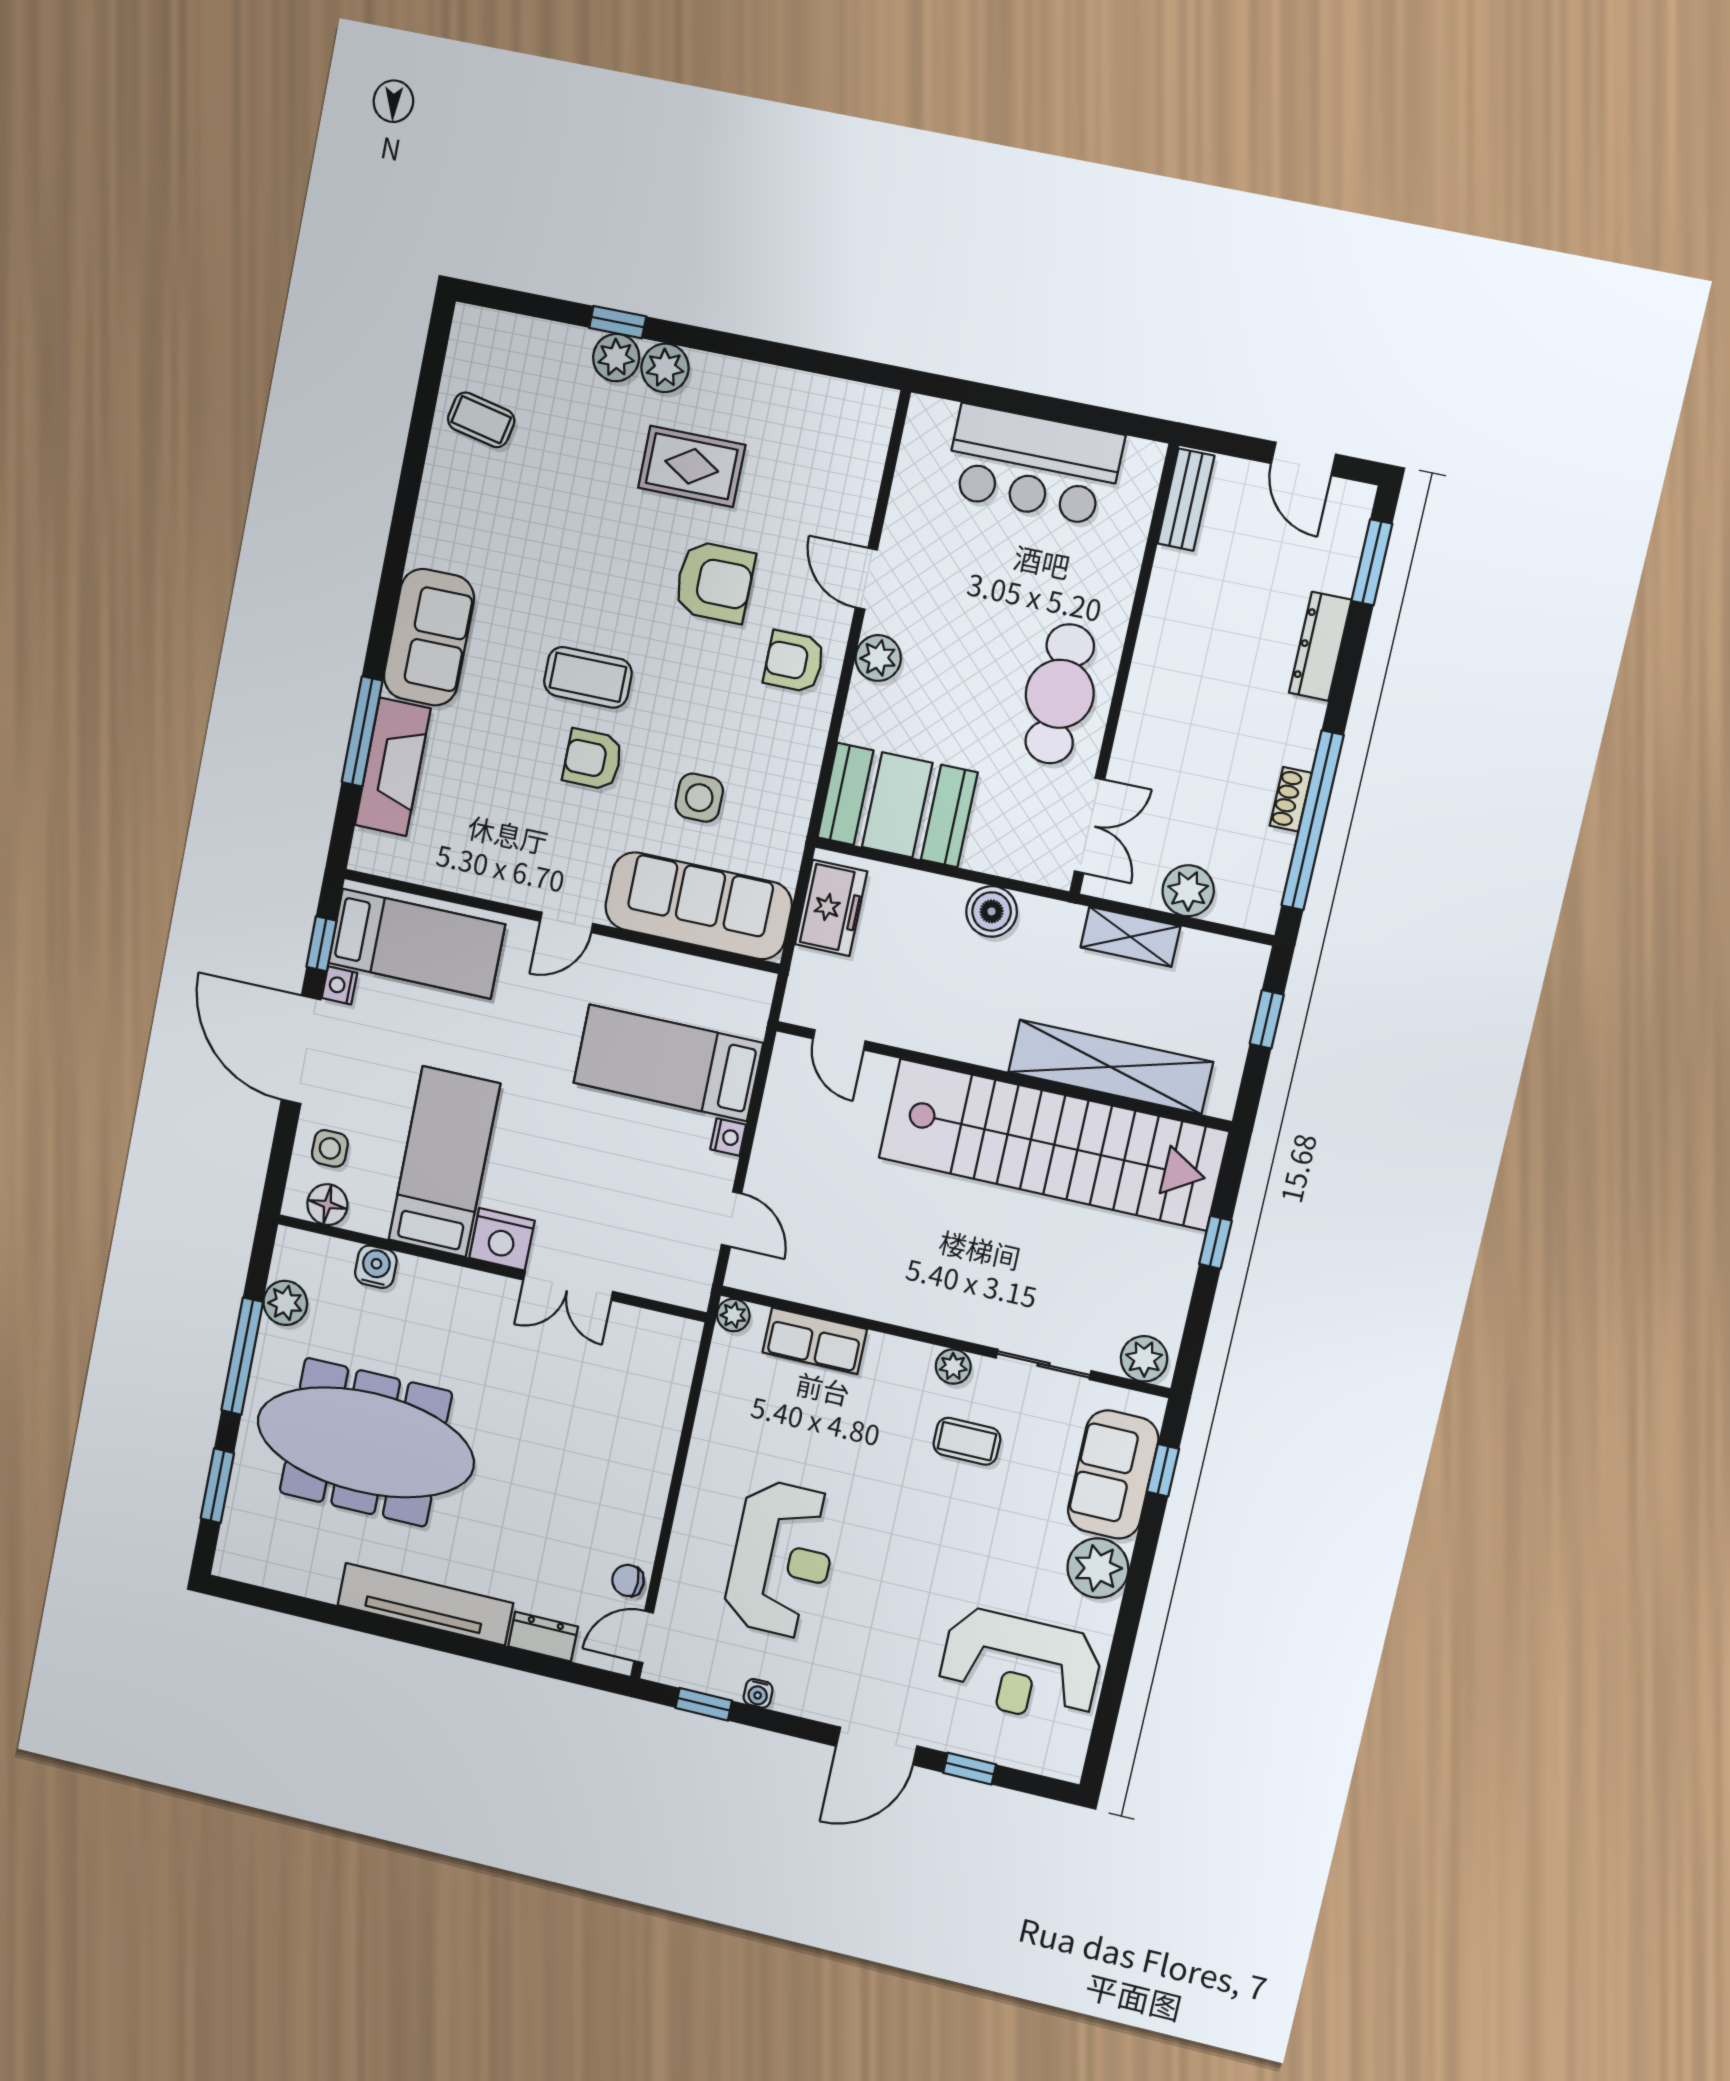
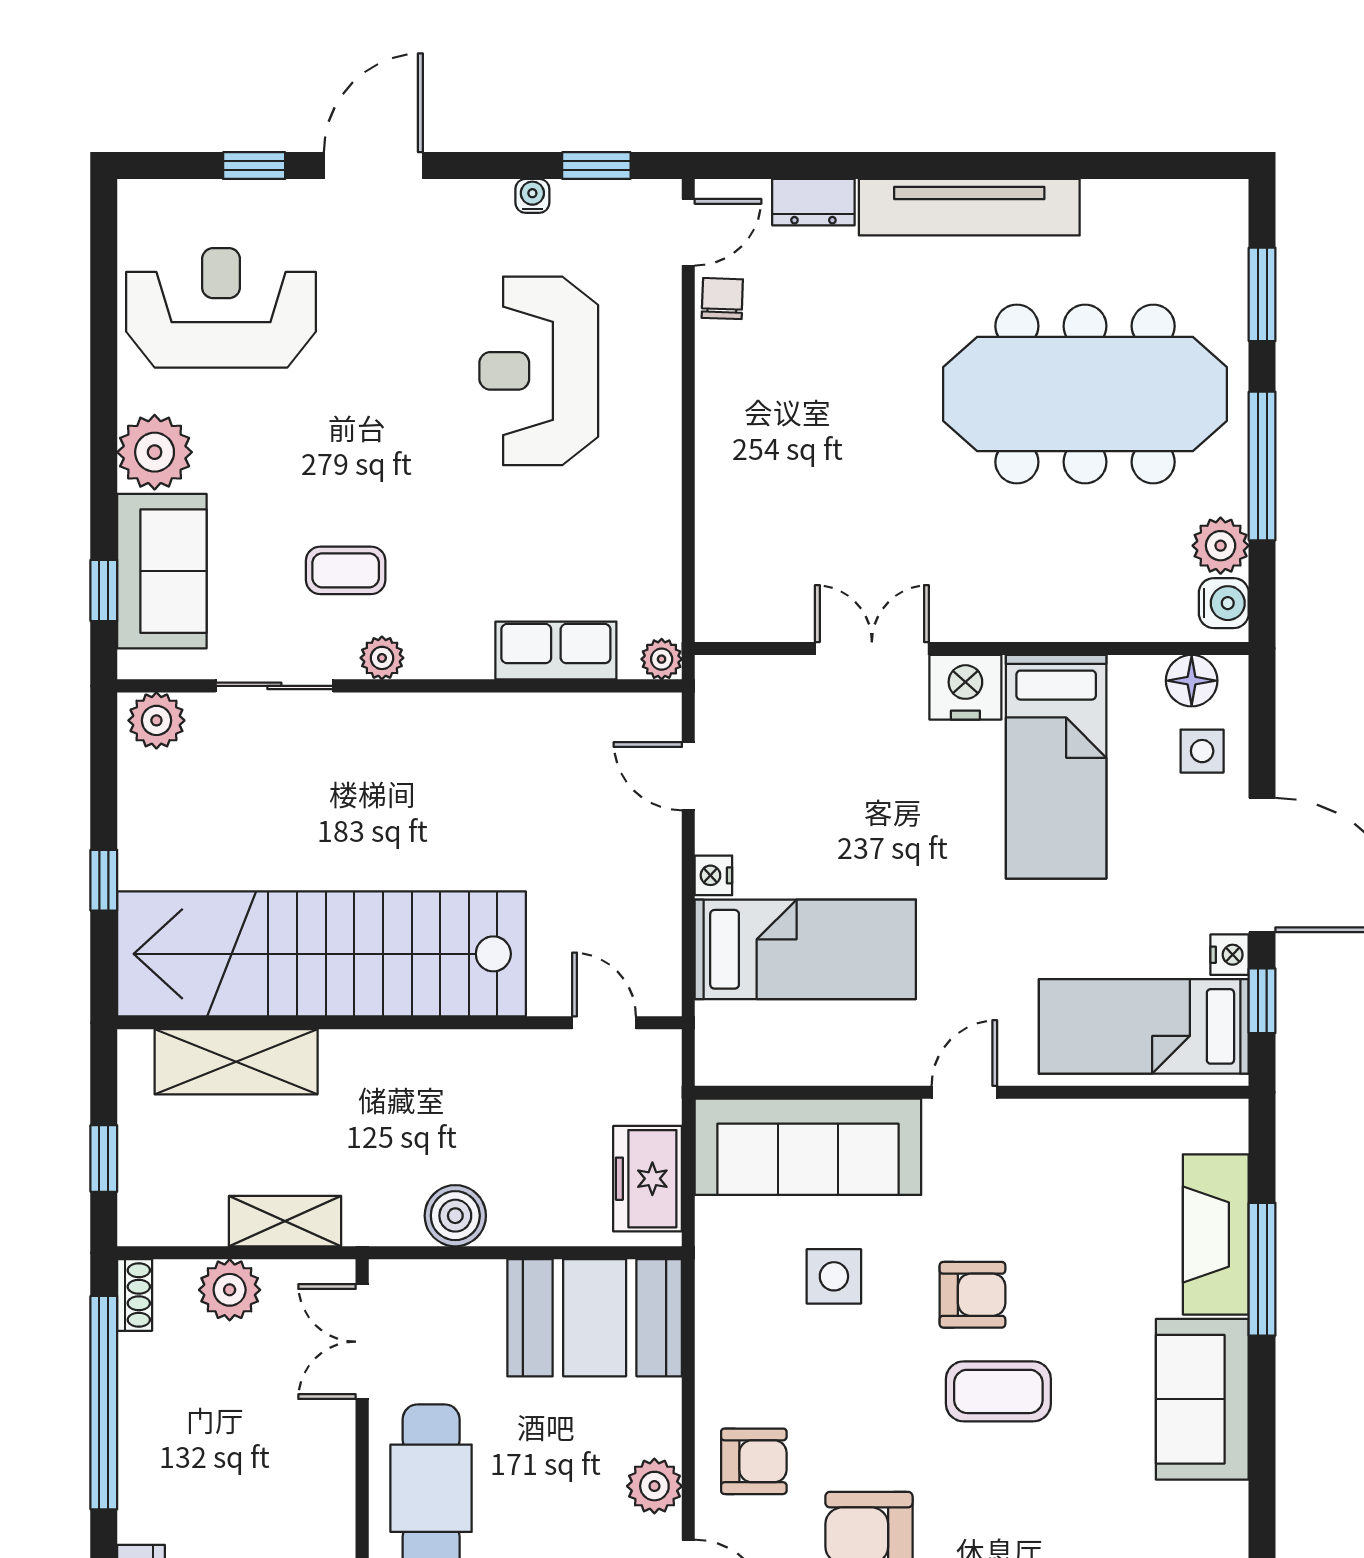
shoe rack: (1291, 799) -> (135, 1295), moved
shelving: (1110, 1067) -> (236, 1062), width x0.68
water cooler: (376, 1267) -> (1224, 603), moved, turned -90
chair: (628, 1580) -> (722, 299), turned -88

